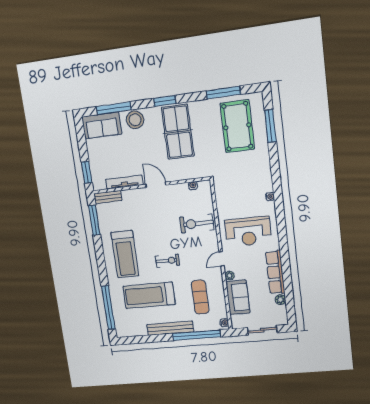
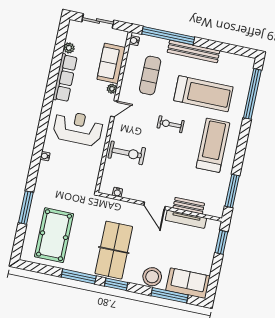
window: (223, 93) -> (79, 276), moved
window: (270, 126) -> (26, 208), moved
bench: (108, 197) -> (189, 206), moved

